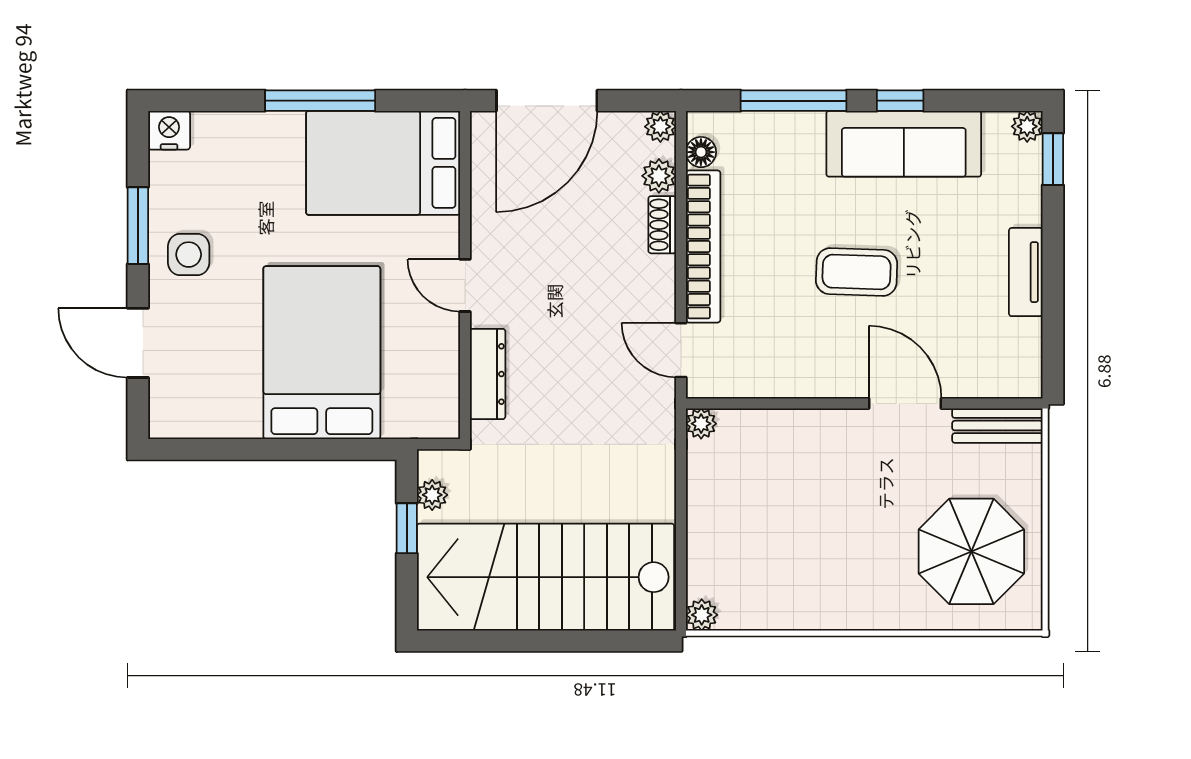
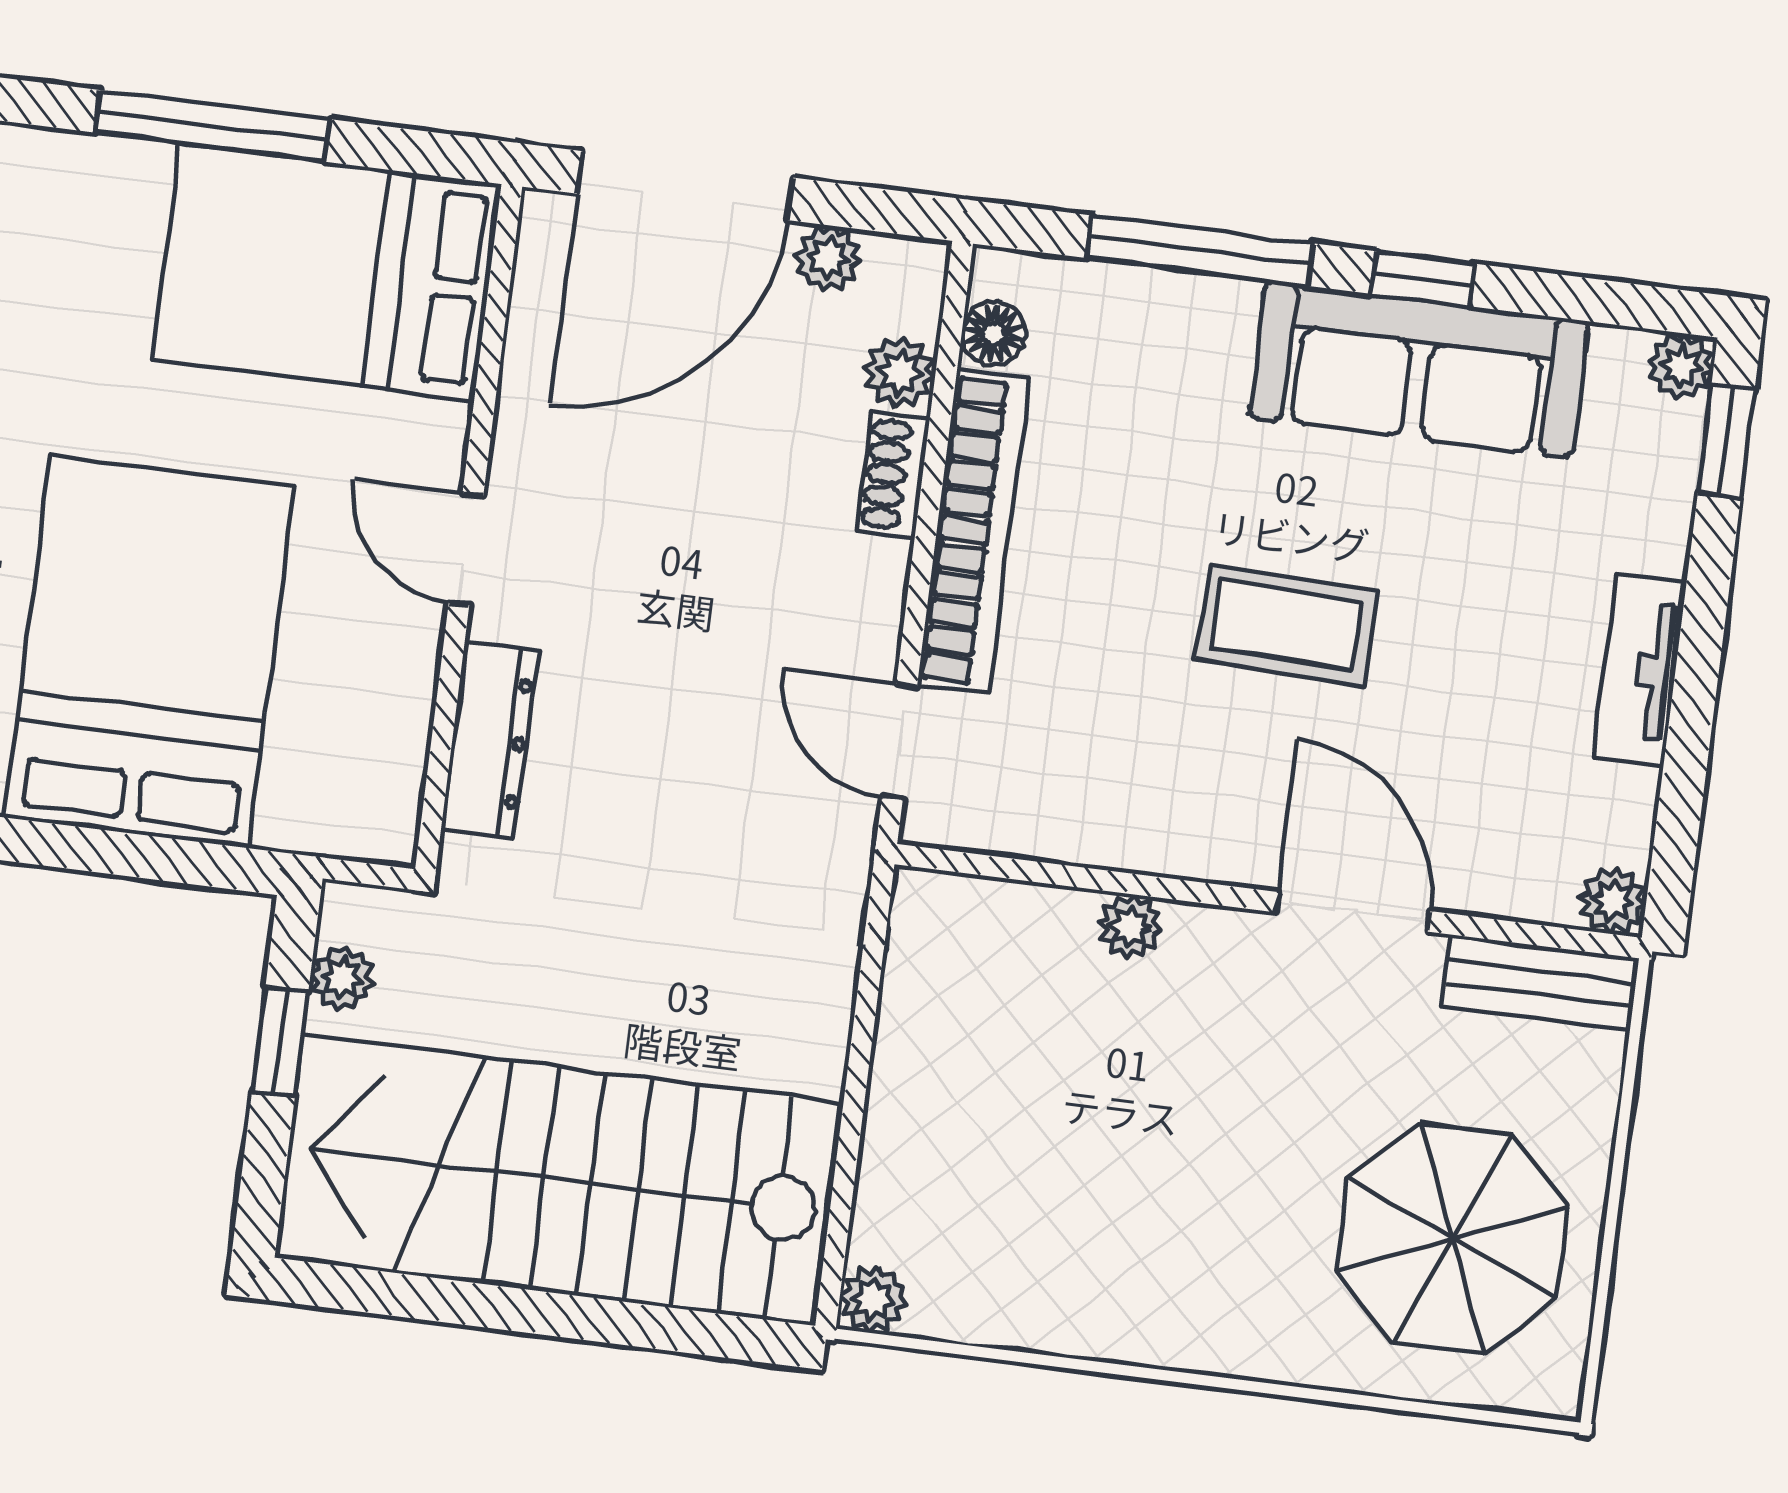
plant: (660, 127) -> (828, 258), moved
plant: (1027, 383) -> (1613, 901), added
plant: (701, 424) -> (1130, 926), moved

